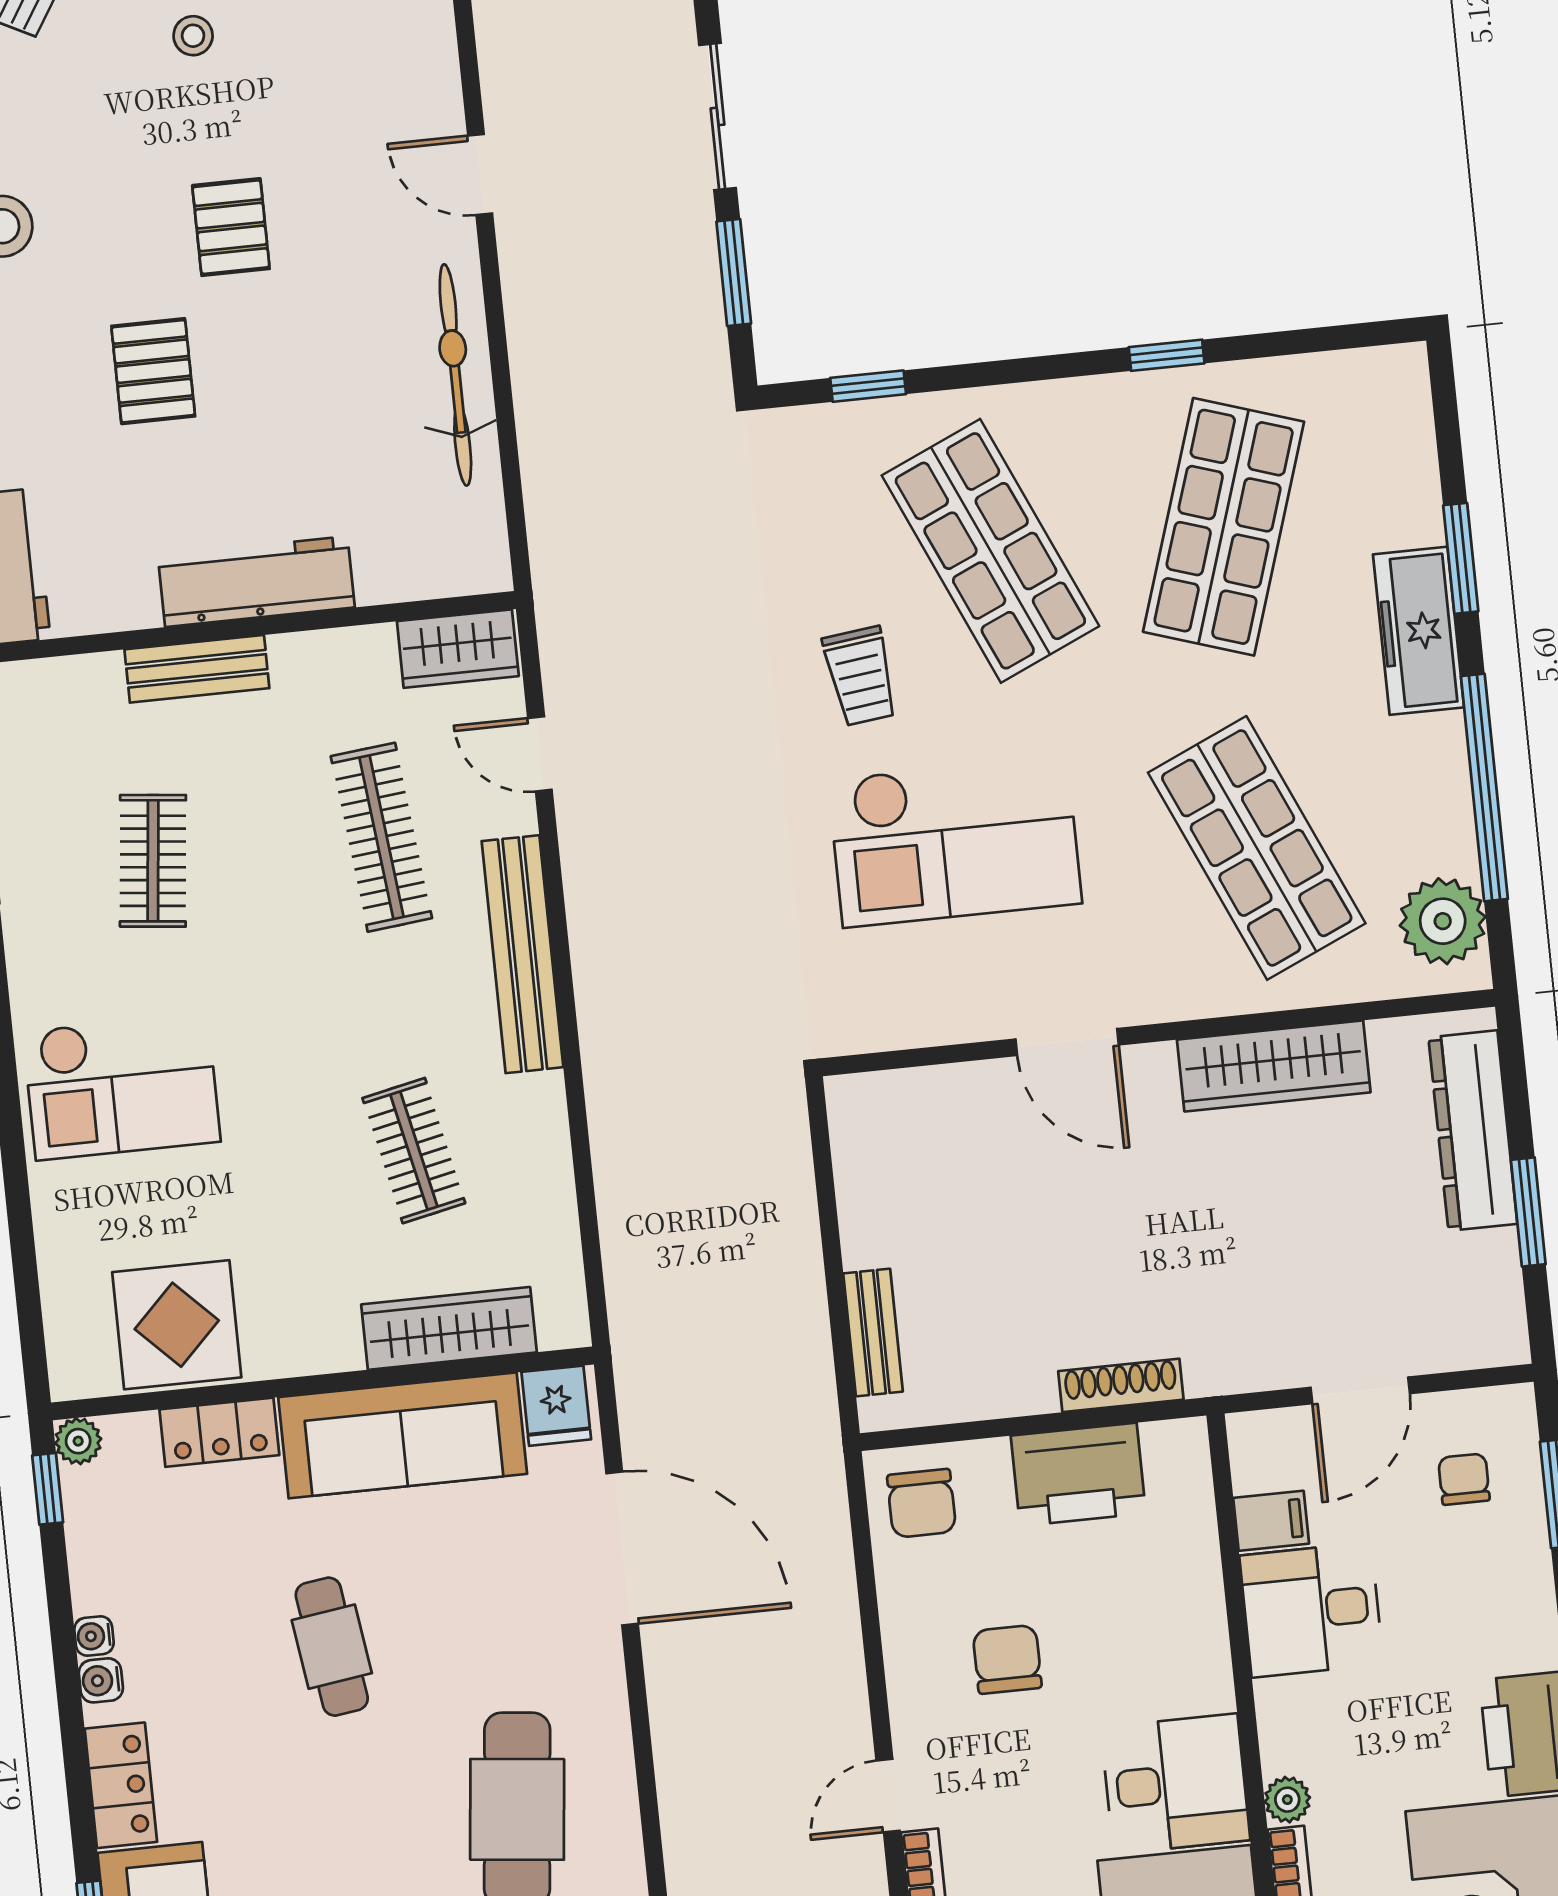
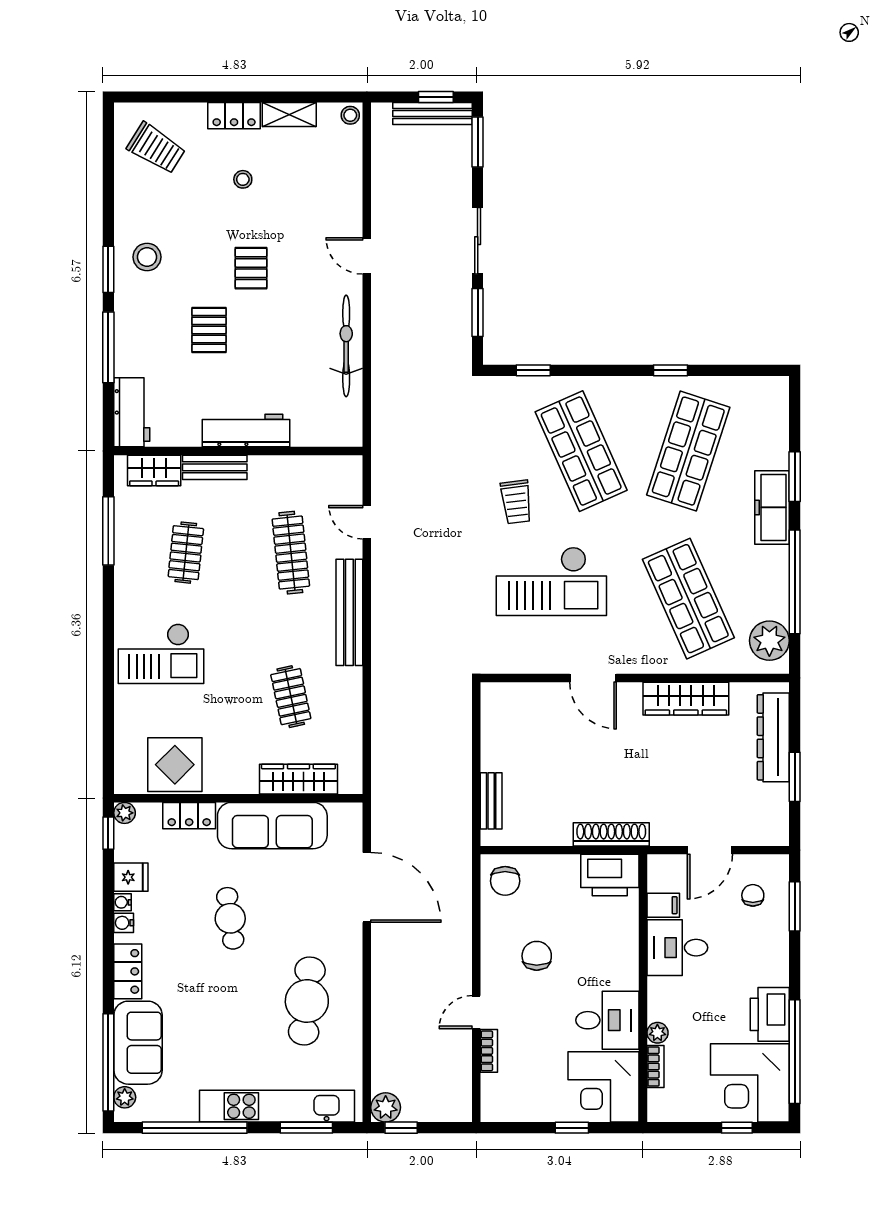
wardrobe: (458, 649) -> (154, 470), moved
shoe rack: (1121, 1385) -> (611, 834), width x1.36, depth x1.24
fridge: (556, 1406) -> (131, 877), moved, turned -90
printer: (1078, 1474) -> (610, 875), moved

